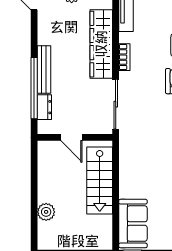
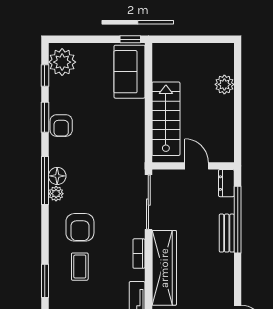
bench: (44, 70) -> (227, 233), width x0.73
dresser: (44, 107) -> (226, 183), moved

